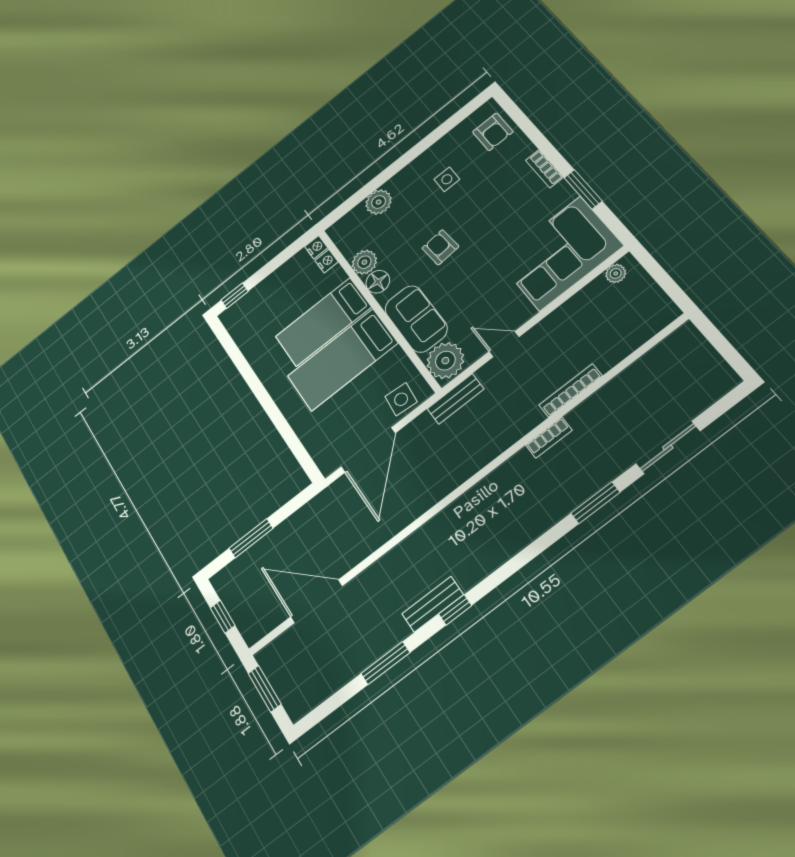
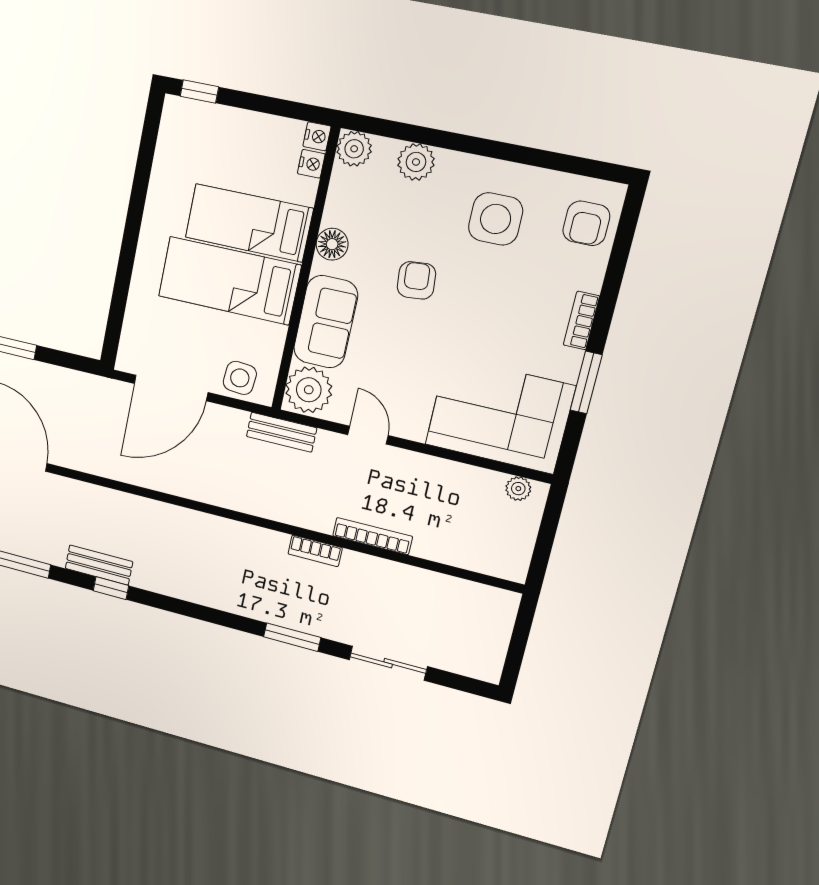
side table: (447, 179) -> (496, 219), width x1.87, depth x1.87
plant: (364, 262) -> (354, 149), moved

